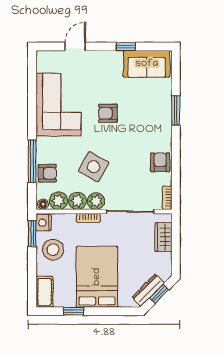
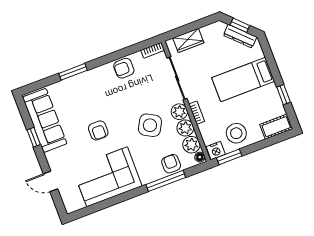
sofa: (147, 64) -> (45, 120), width x1.36
bed: (97, 277) -> (243, 80), width x0.67

